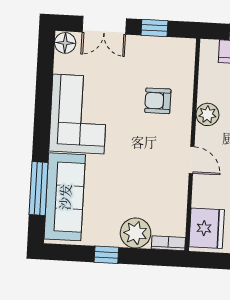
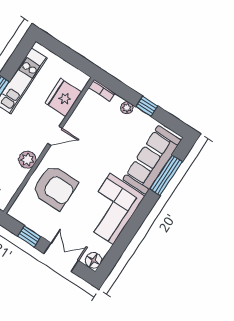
armchair: (158, 101) -> (55, 187), width x1.88, depth x1.88
door: (192, 160) -> (55, 136), swing flipped
fridge: (207, 228) -> (63, 98), moved
plant: (136, 233) -> (127, 108), width x0.53, depth x0.53

